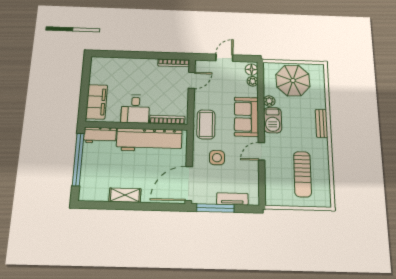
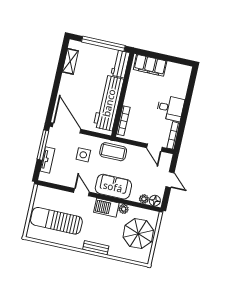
desk: (135, 109) -> (170, 108), moved, turned 180
sun lounger: (302, 174) -> (56, 221), width x1.36, depth x1.34
shelving: (125, 195) -> (70, 61), moved

